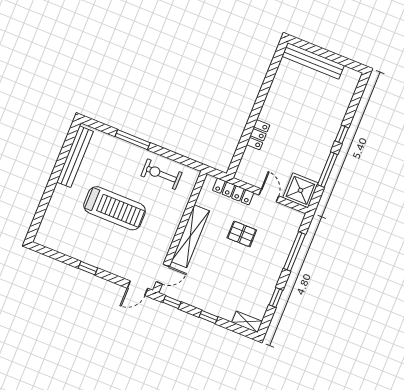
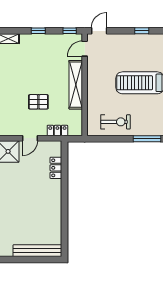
locker: (258, 135) -> (56, 168), moved
locker: (233, 191) -> (57, 131), width x0.66
door: (269, 195) -> (30, 138), hinge flipped

